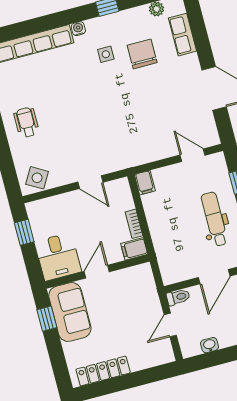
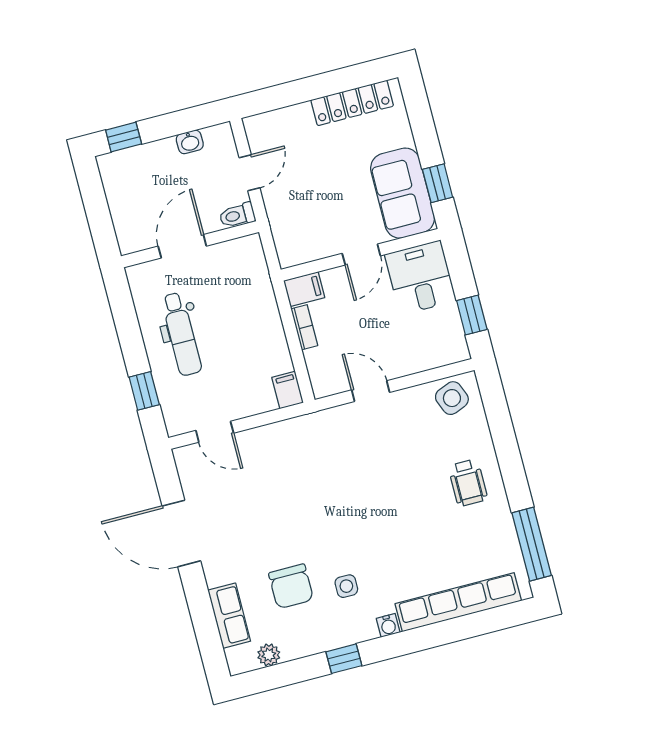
side table: (37, 178) -> (452, 398), turned 38

